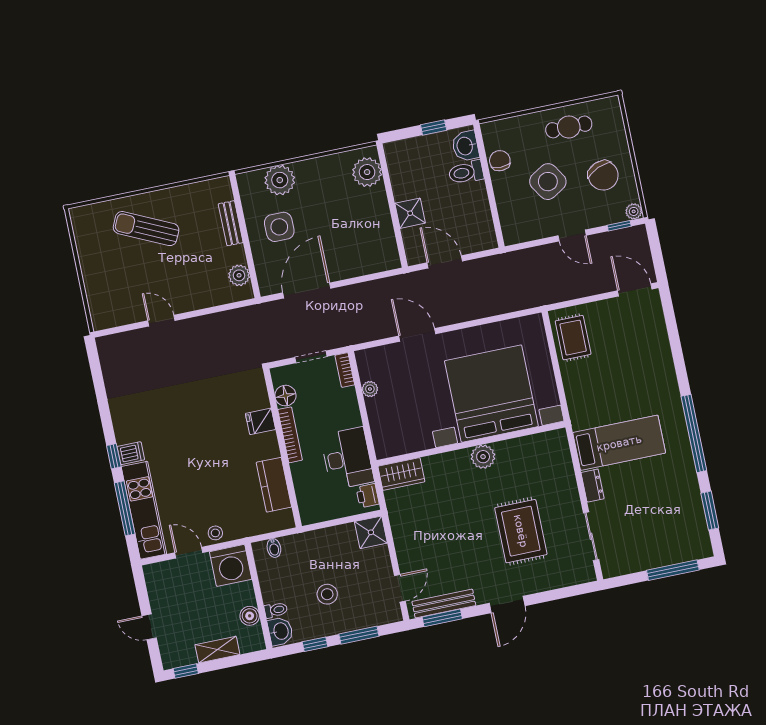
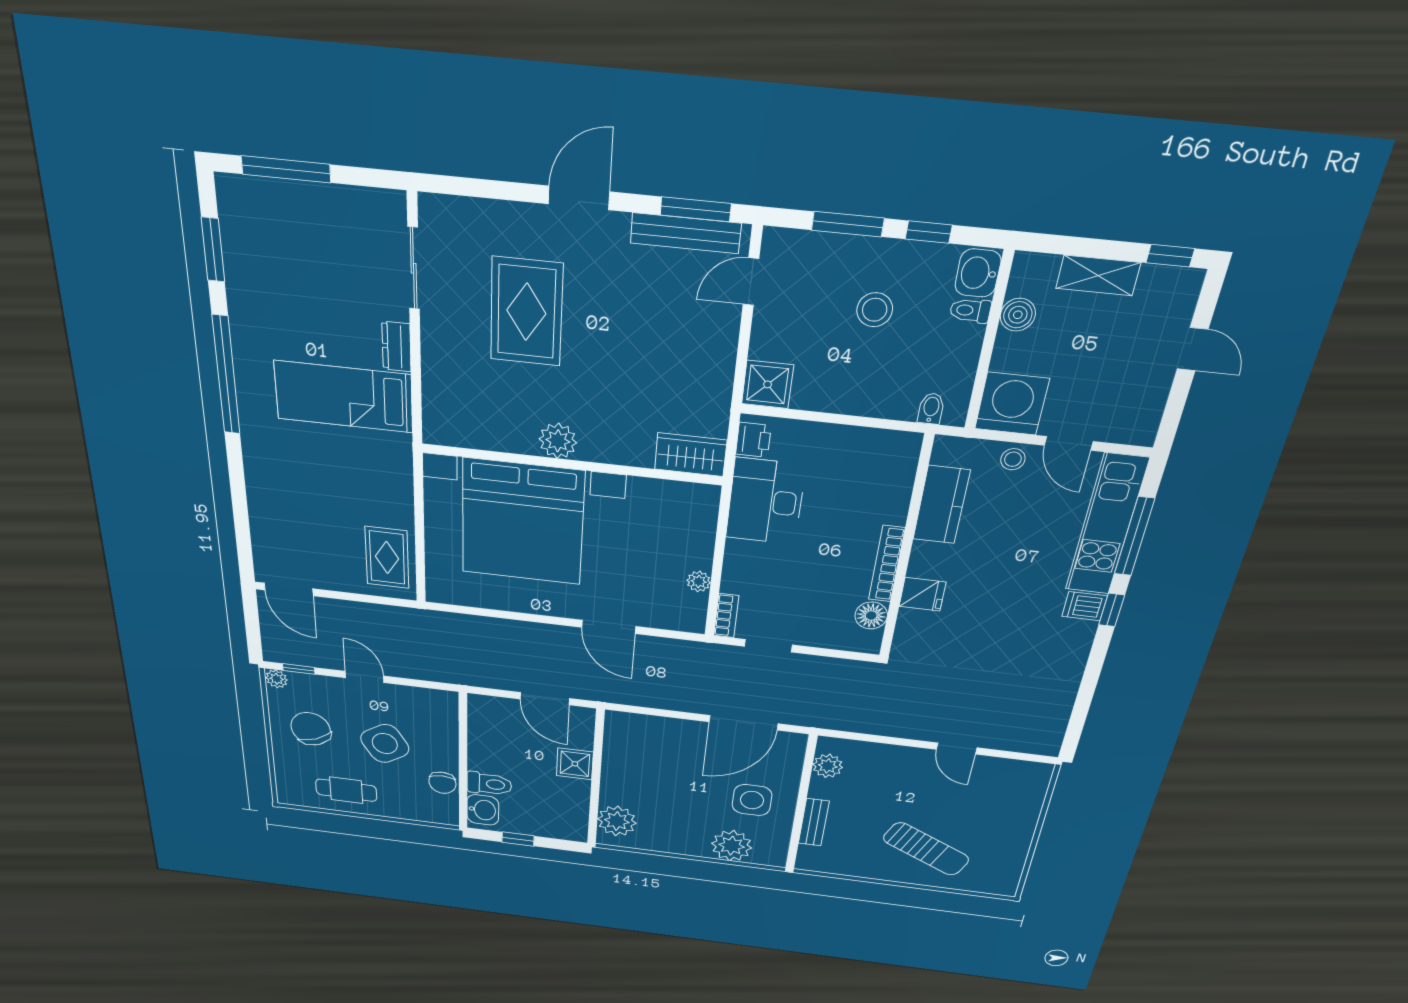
floor lamp: (285, 396) -> (871, 615), moved
fridge: (260, 421) -> (922, 594), moved
bookcase: (290, 435) -> (887, 564), moved
wall: (283, 448) -> (906, 550), moved
kitchen counter: (274, 485) -> (941, 505), moved

